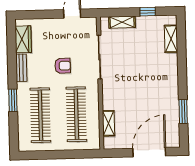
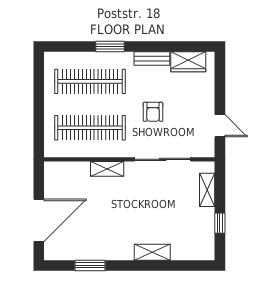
shelving: (171, 39) -> (152, 252), moved
shelving: (109, 123) -> (107, 169), moved
door: (149, 152) -> (39, 220), hinge flipped

